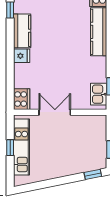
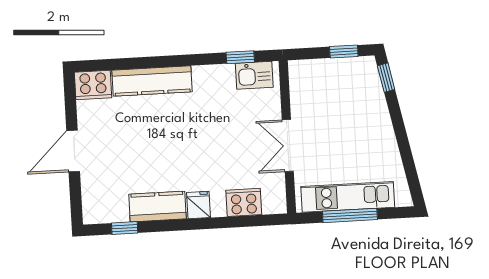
cooker: (22, 99) -> (244, 202), moved
window: (10, 148) -> (350, 215), width x2.17

